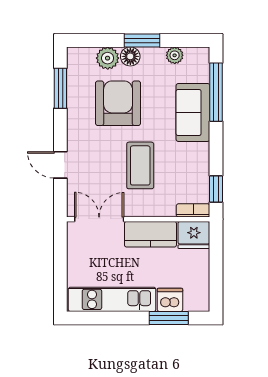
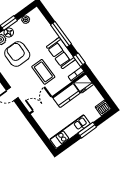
window: (216, 92) -> (61, 34), moved
sofa: (193, 112) -> (61, 53), moved
dishwasher: (170, 300) -> (103, 108), moved
window: (169, 318) -> (87, 130), moved

